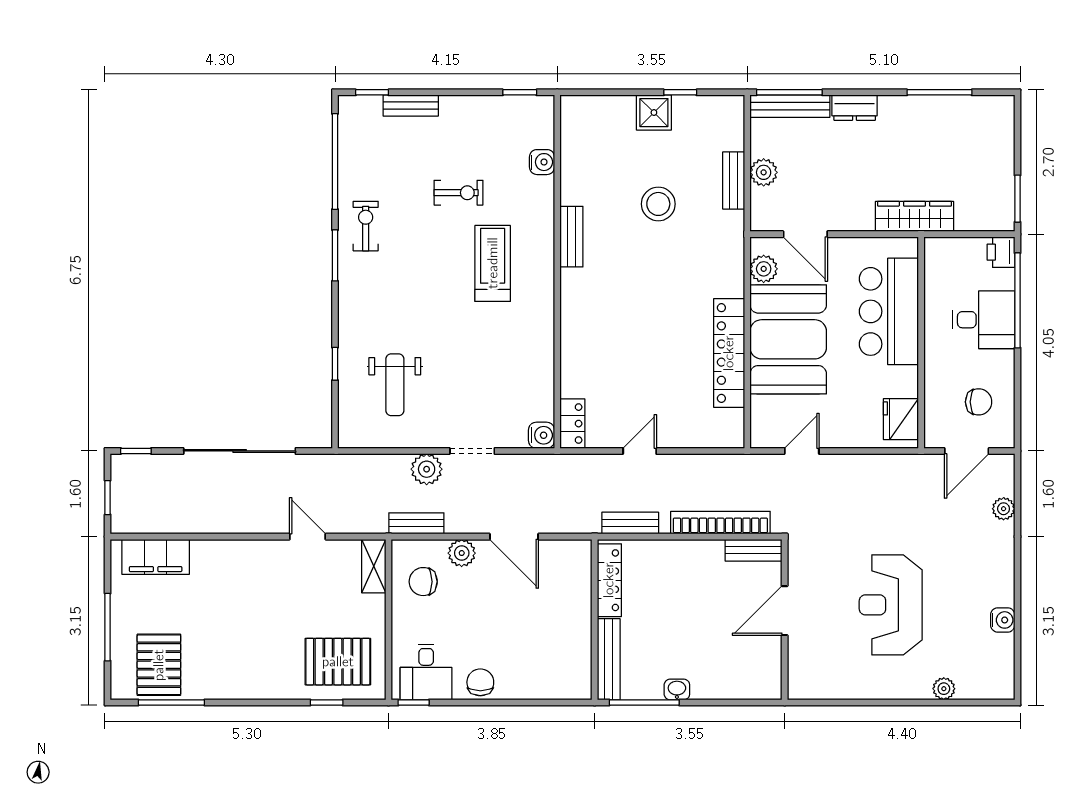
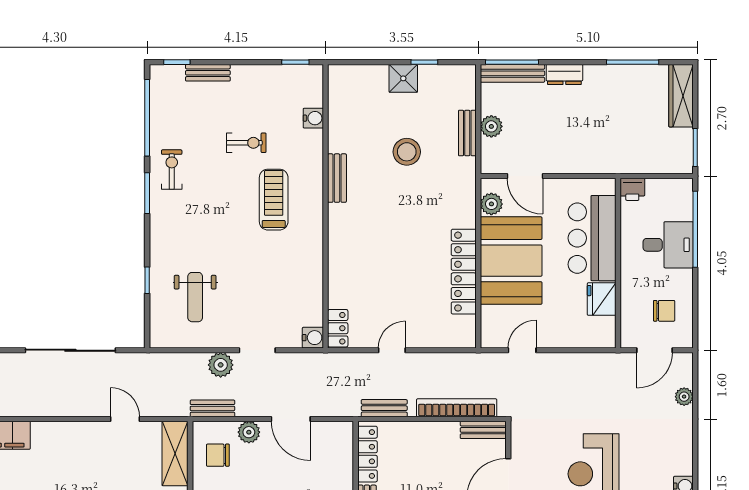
wardrobe: (914, 216) -> (681, 96), moved, turned -90
printer: (1001, 252) -> (632, 189), moved, turned -90
fridge: (901, 419) -> (602, 299), moved
shelving: (374, 566) -> (175, 454), width x1.50, depth x1.33

